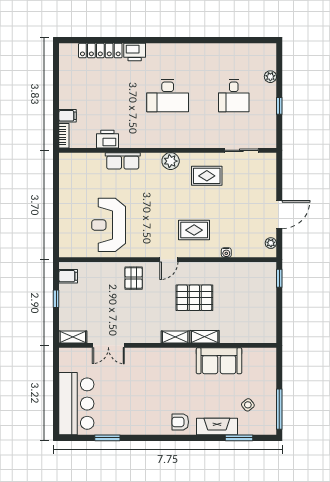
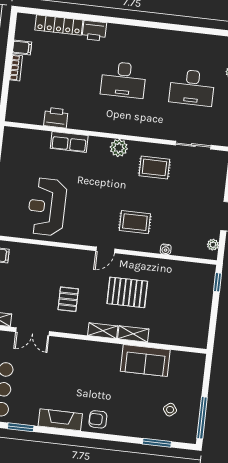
desk: (234, 96) -> (192, 88), width x1.37
filing cabinet: (68, 116) -> (22, 48), moved
bookcase: (64, 136) -> (16, 68), moved
pallet: (134, 278) -> (68, 299), moved
fireplace: (217, 427) -> (60, 420), moved

